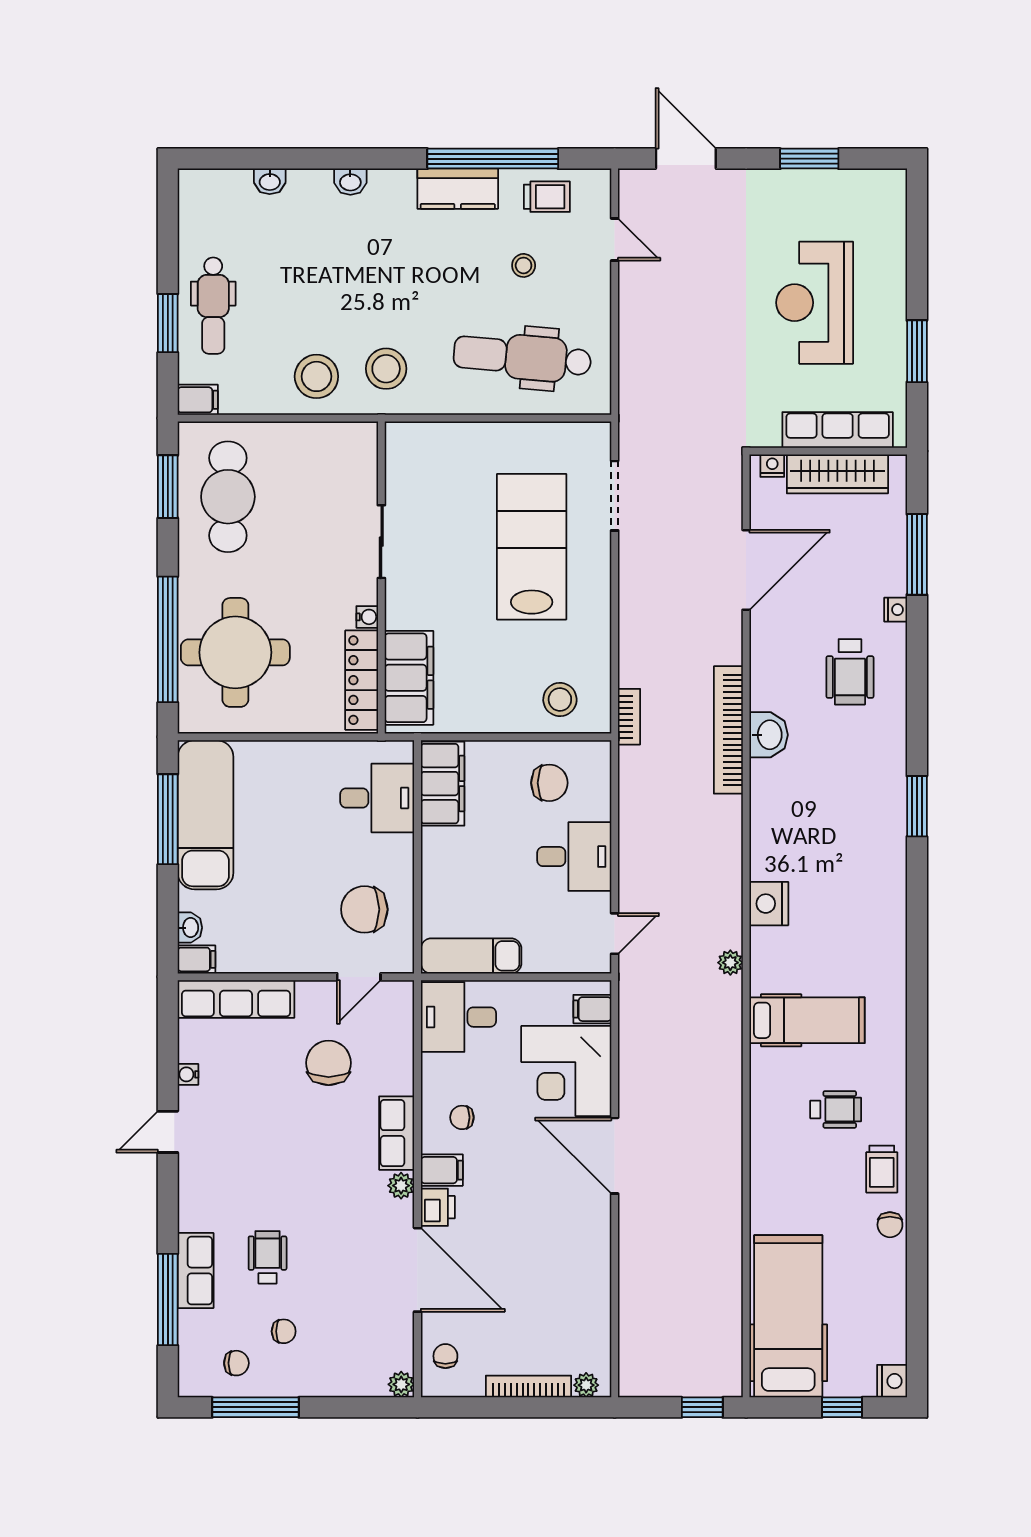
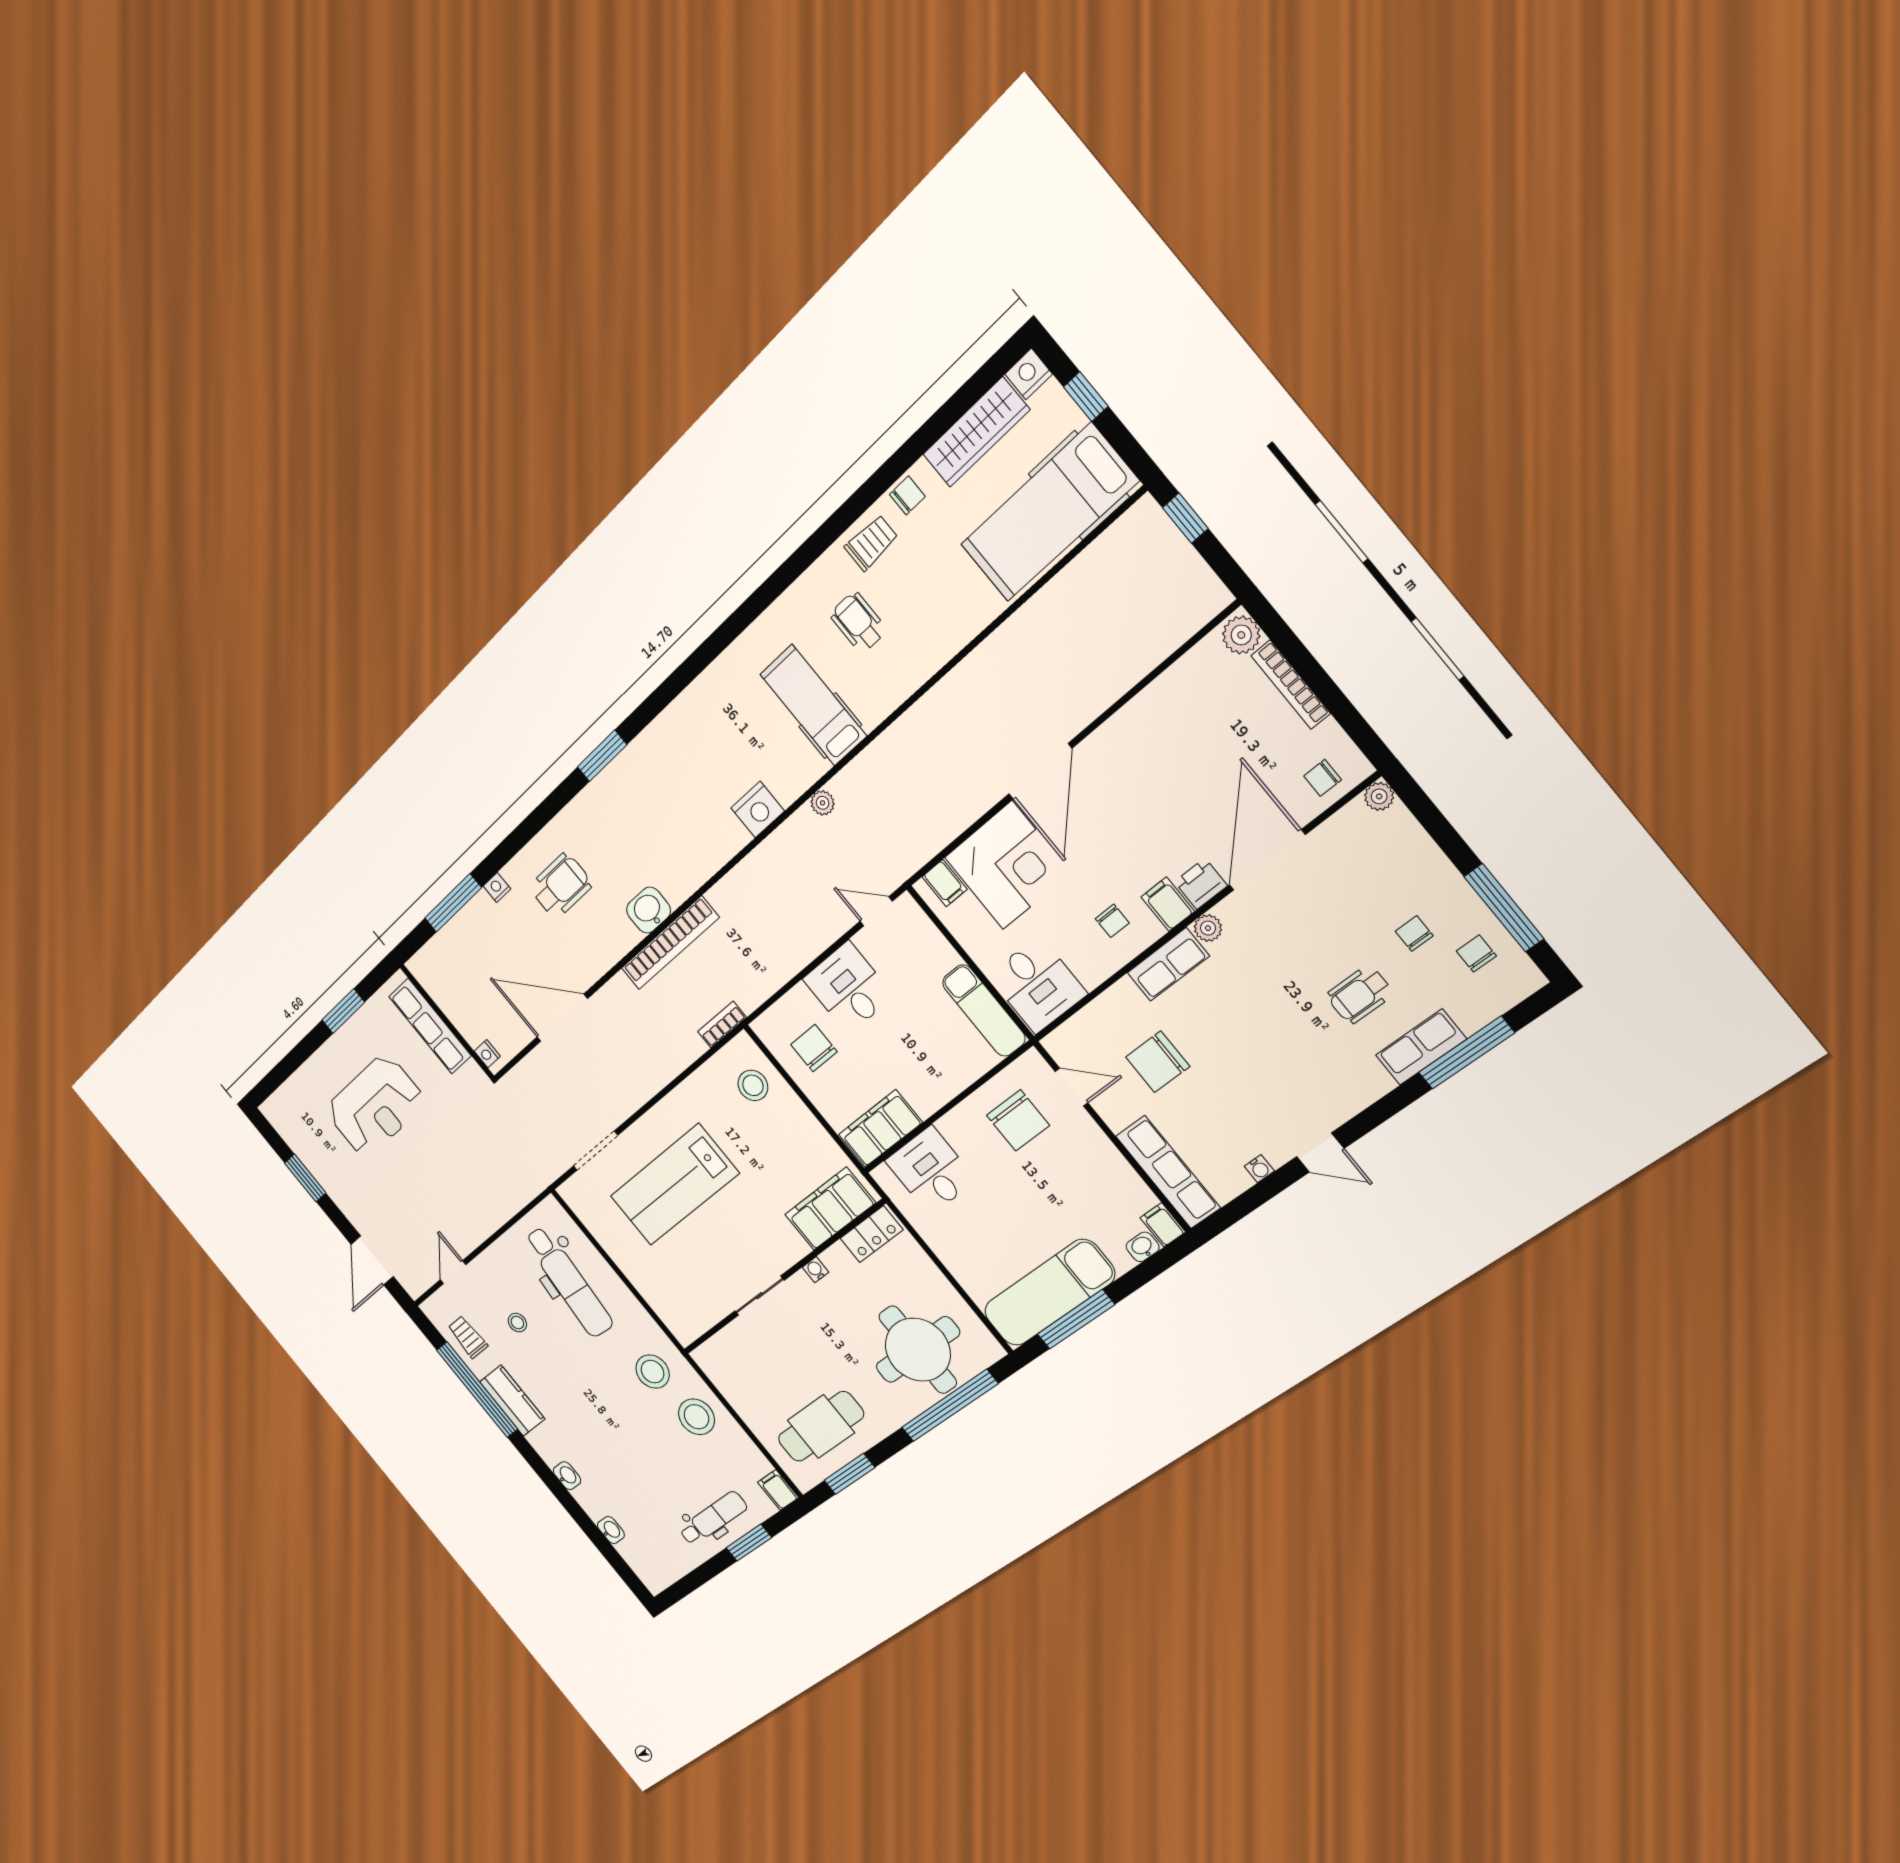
wardrobe: (837, 474) -> (976, 432), moved, turned 90
locker: (362, 680) -> (872, 1234), width x0.66
plant: (586, 1385) -> (1241, 635), width x1.38, depth x1.38

